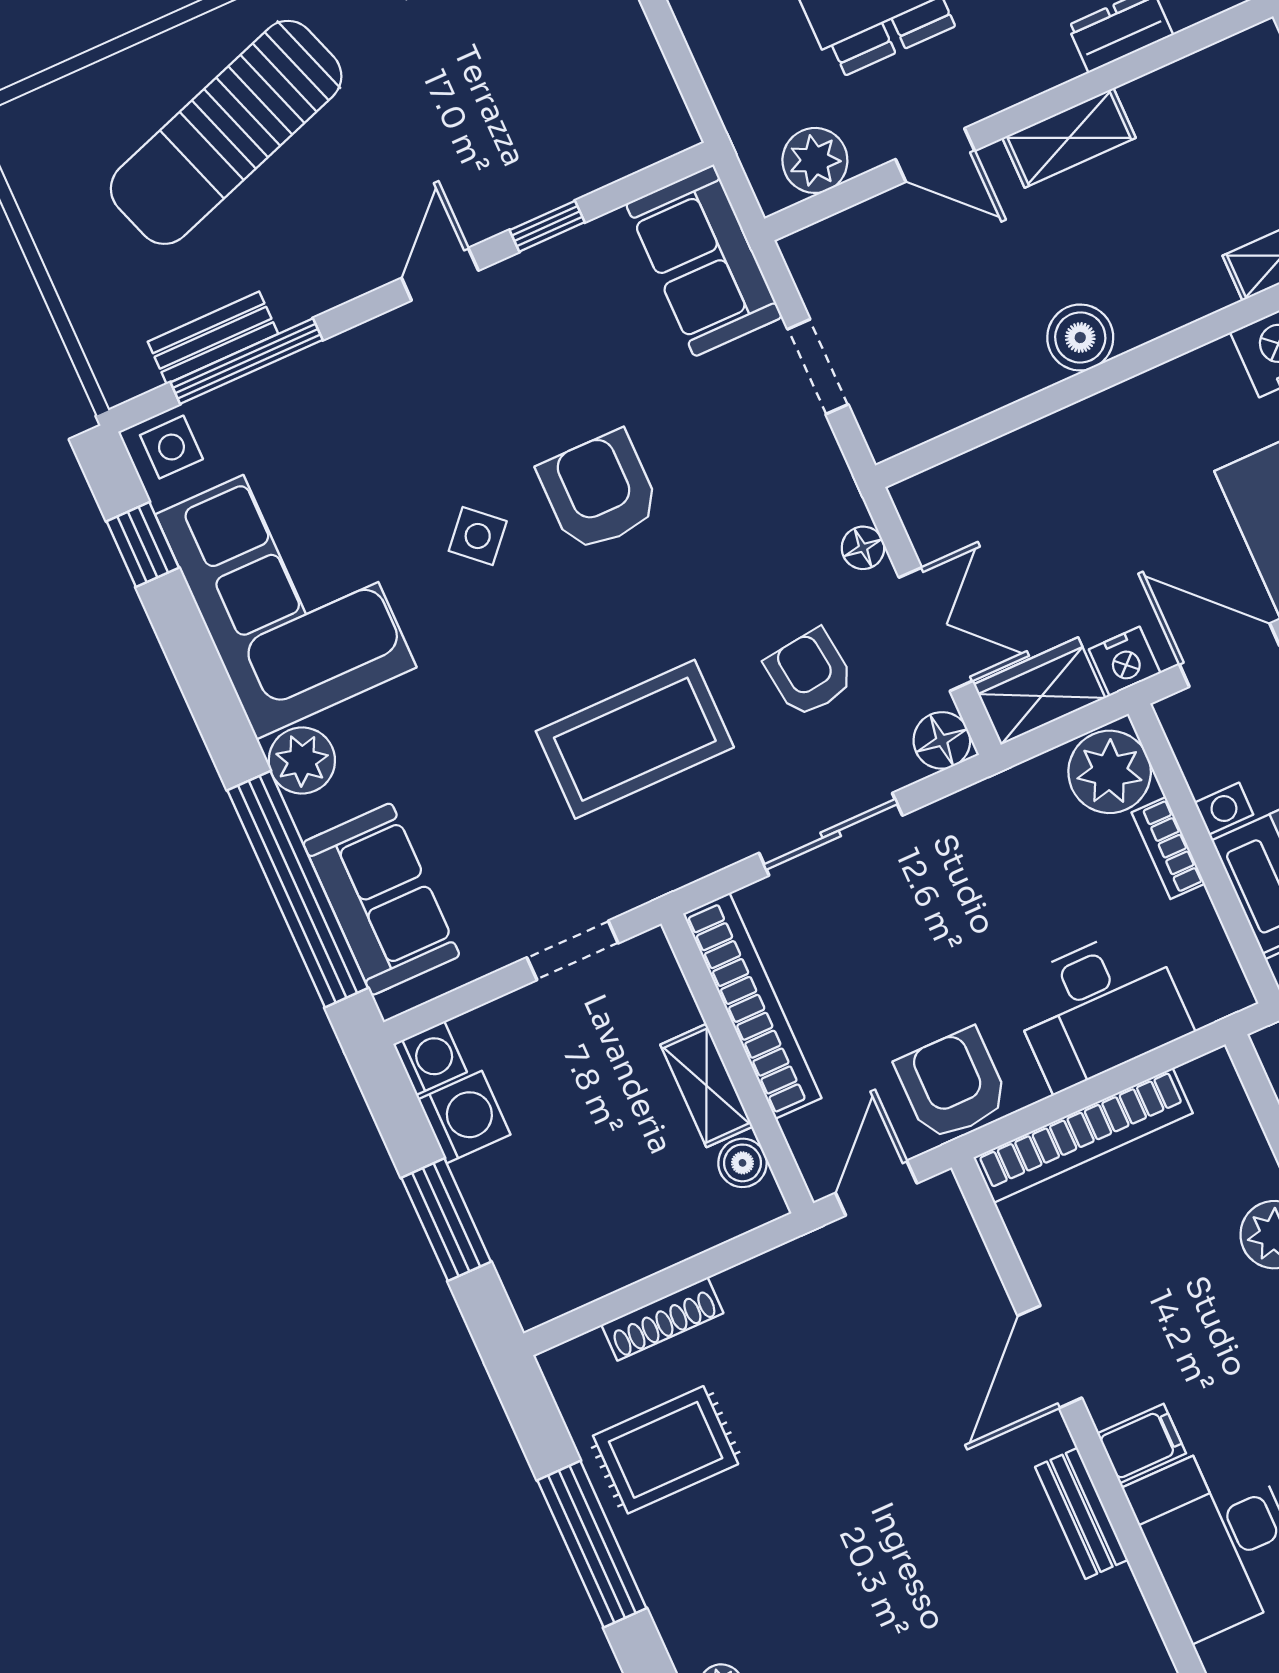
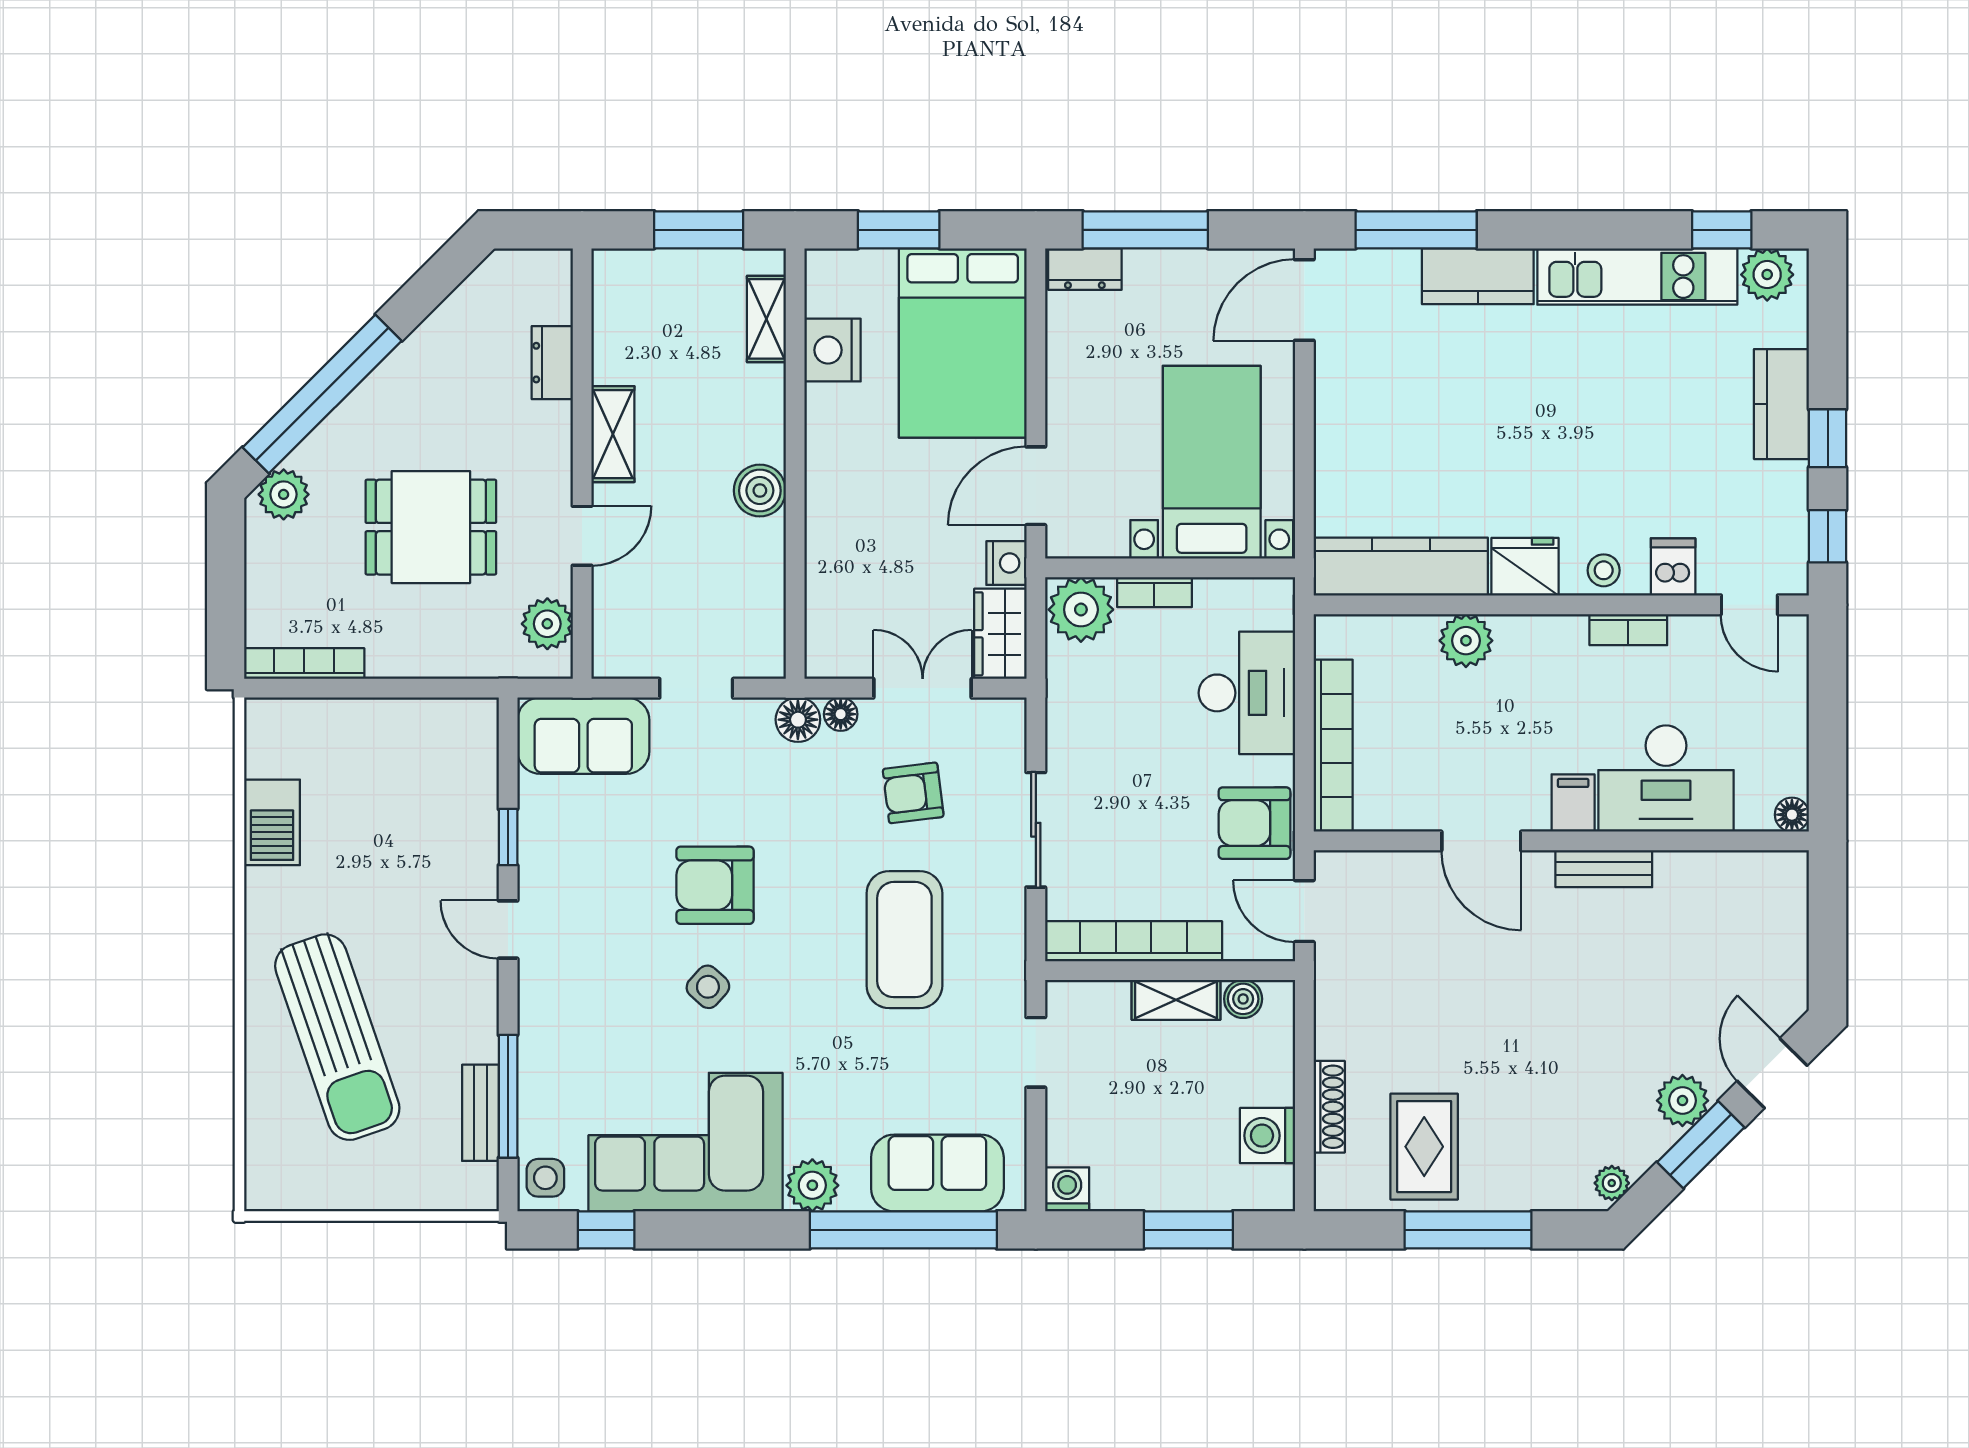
floor lamp: (942, 740) -> (798, 720), moved
washing machine: (464, 1117) -> (1267, 1136), moved, turned -90

